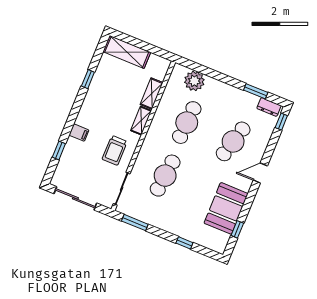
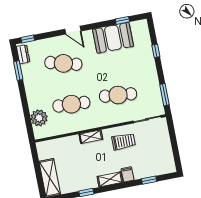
shelving: (152, 94) -> (110, 179), moved
sliding door: (75, 198) -> (175, 147), removed

